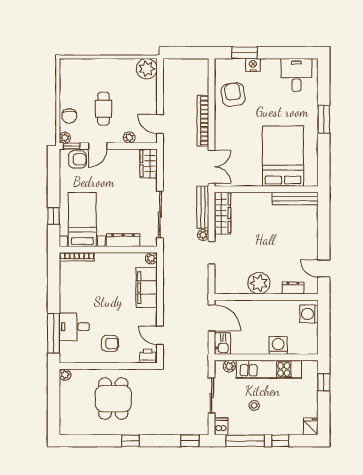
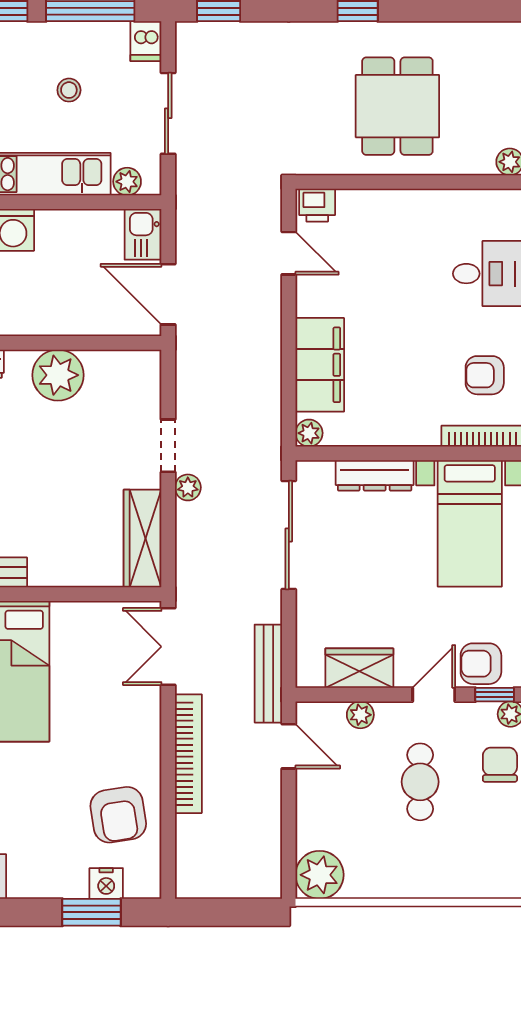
nightstand: (253, 65) -> (106, 883), moved
wardrobe: (149, 164) -> (359, 668), moved, turned -90
bench: (203, 207) -> (268, 674), moved
armchair: (110, 343) -> (485, 375), moved

